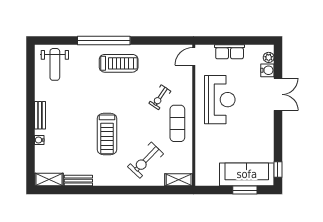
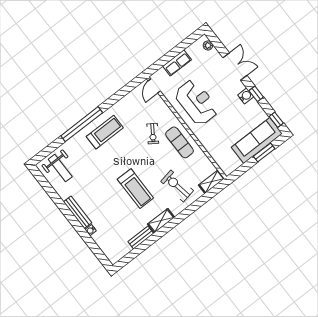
water cooler: (267, 70) -> (246, 96), moved
bench: (40, 115) -> (78, 212), width x1.36
window: (278, 133) -> (256, 94), added
exercise bike: (146, 160) -> (177, 186), turned 126
shelving: (49, 180) -> (161, 221), moved

